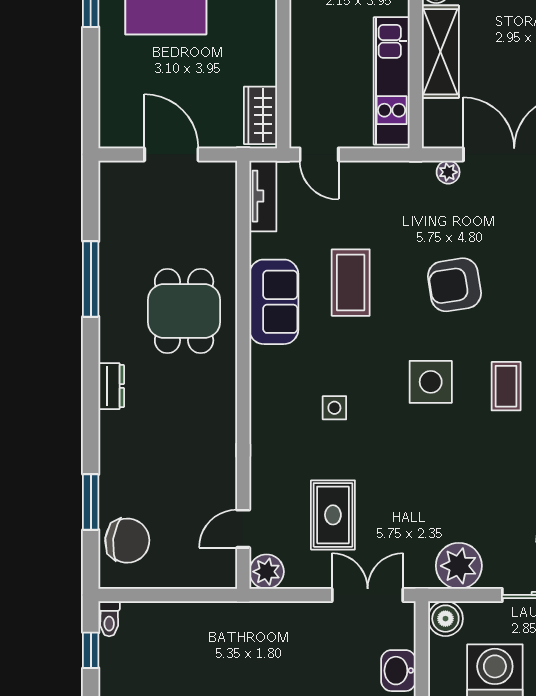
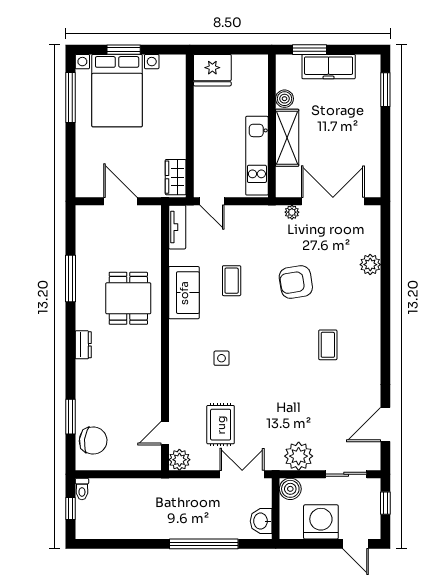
coffee table: (351, 283) -> (232, 281), width x0.73, depth x0.77
side table: (431, 382) -> (281, 342), removed

